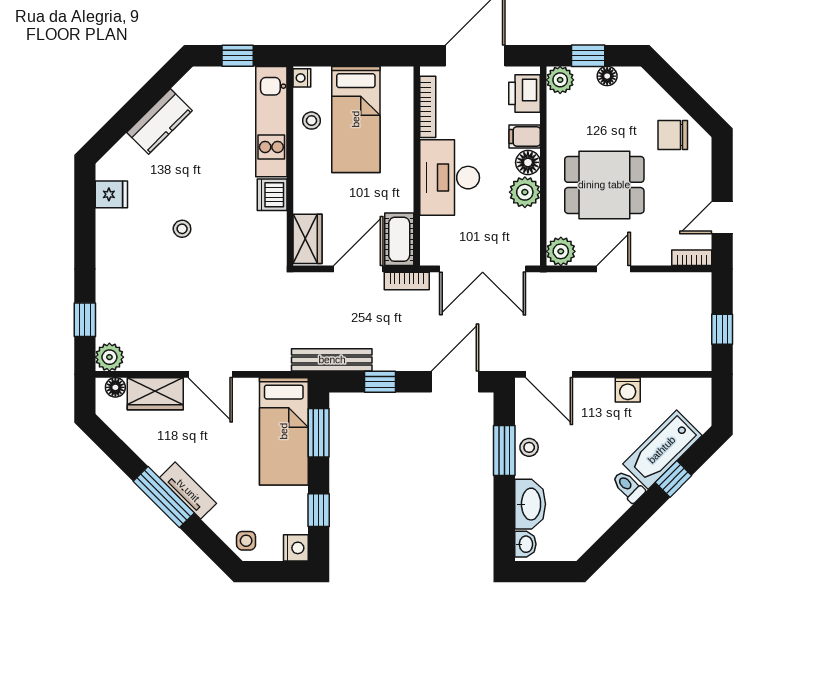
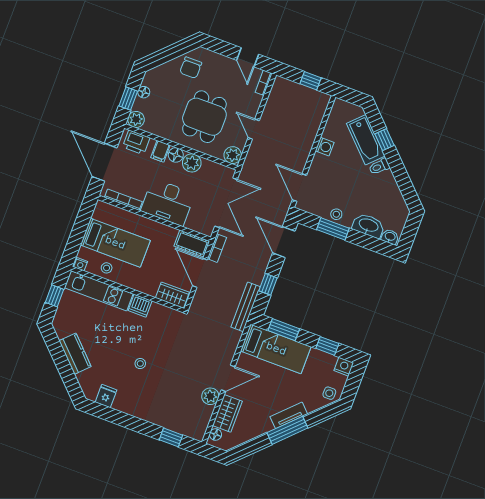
plant: (109, 357) -> (210, 396), moved
door: (549, 374) -> (299, 188), swing flipped

